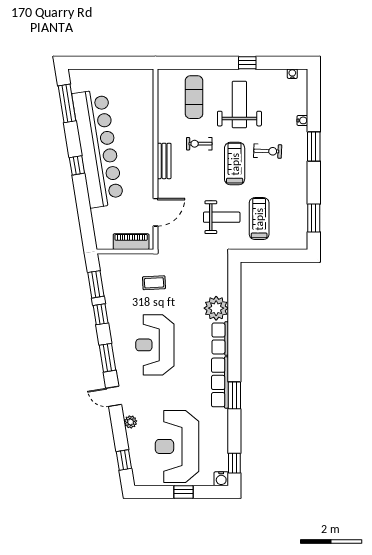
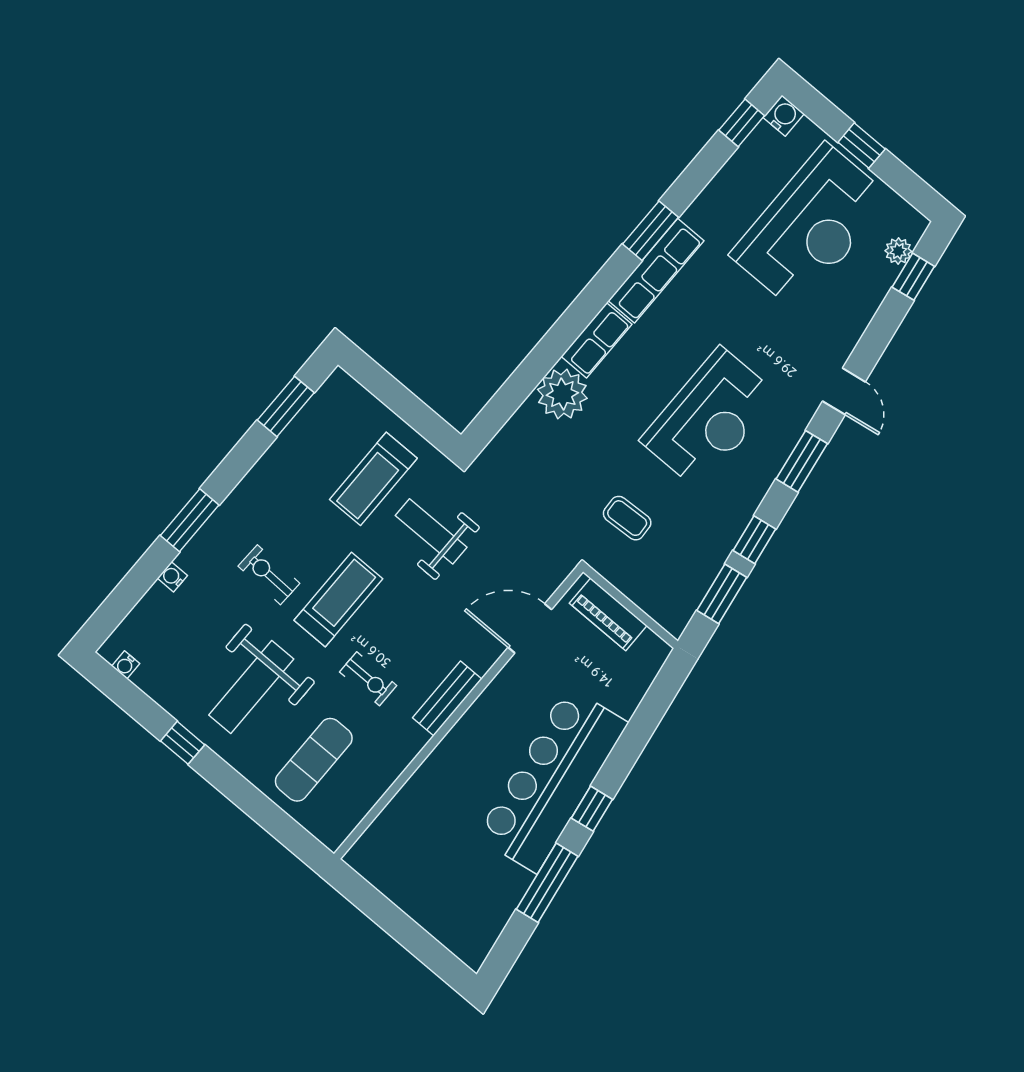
window: (67, 103) -> (547, 883), moved
bar counter: (98, 148) -> (552, 780), width x0.73
treadmill: (235, 164) -> (338, 600), turned 180
plant: (130, 422) -> (898, 251), moved

